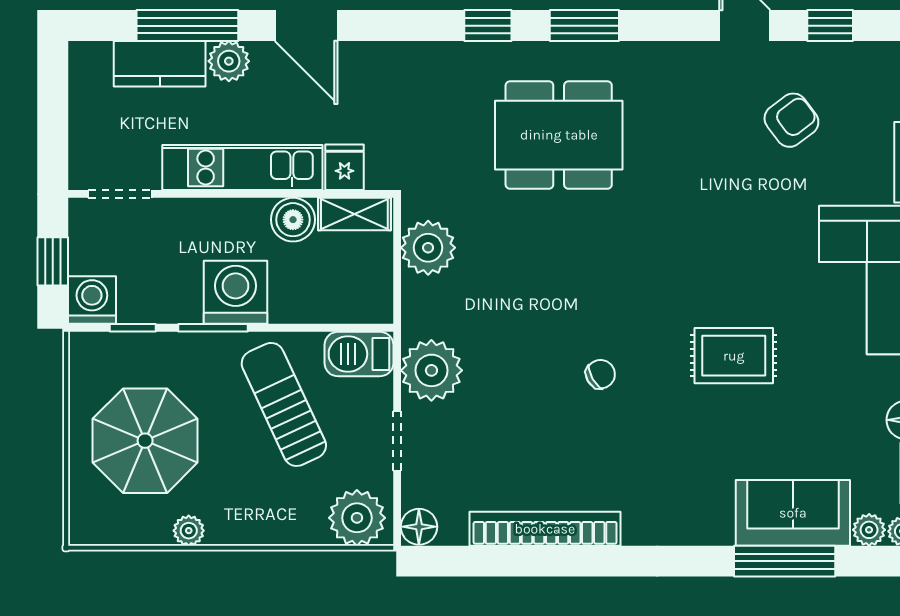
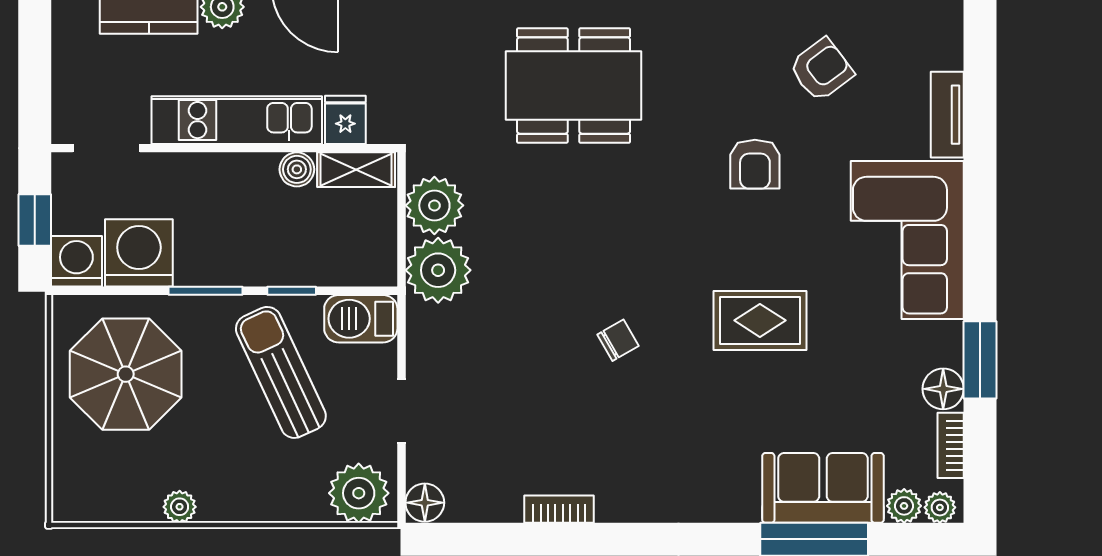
armchair: (729, 209) -> (755, 164), added
boiler: (293, 220) -> (297, 169), width x0.73, depth x0.73
washing machine: (236, 292) -> (139, 253), moved
window: (133, 328) -> (292, 291), moved
plant: (431, 370) -> (438, 270), moved
parasol: (145, 441) -> (126, 374), moved
bookcase: (545, 529) -> (559, 509), width x0.43, depth x0.76

